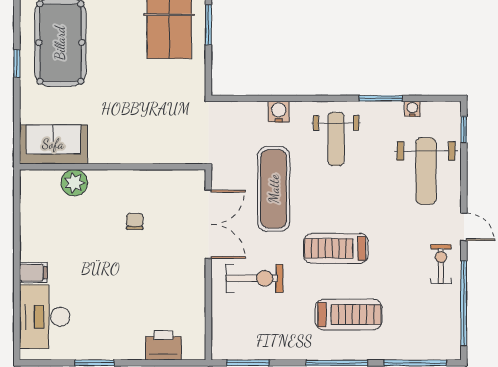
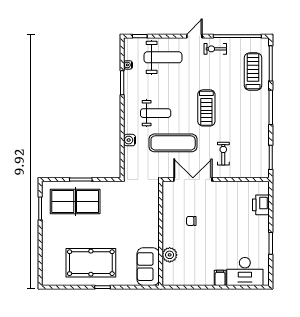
weight bench: (336, 139) -> (156, 113), moved
exercise bike: (254, 278) -> (223, 154), width x0.73, depth x0.72
treadmill: (349, 315) -> (253, 72), moved

